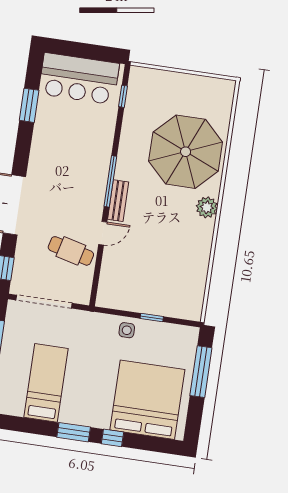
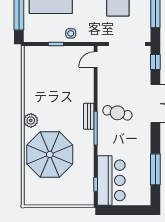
bar counter: (79, 79) -> (111, 180), moved, turned 90
window: (29, 105) -> (155, 169), width x1.44
door: (103, 233) -> (96, 60), moved
cafe table: (71, 251) -> (117, 113), moved

